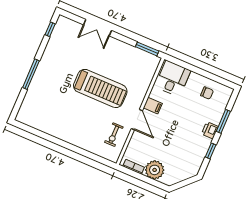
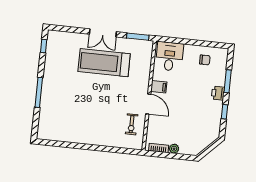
double door: (97, 28) -> (103, 33), moved
treadmill: (100, 88) -> (104, 63), moved, turned 180
plant: (155, 170) -> (174, 149), width x0.53, depth x0.53

